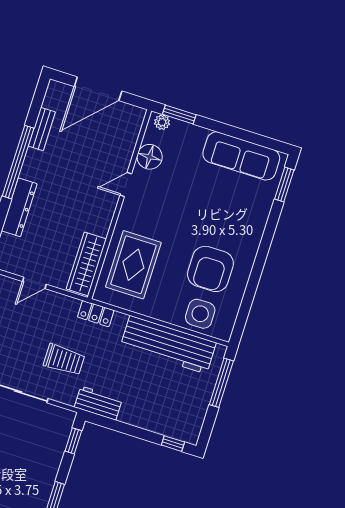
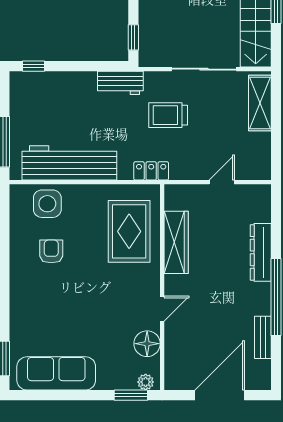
wardrobe: (86, 264) -> (176, 242), moved
armchair: (210, 269) -> (51, 251), width x0.53, depth x0.53

